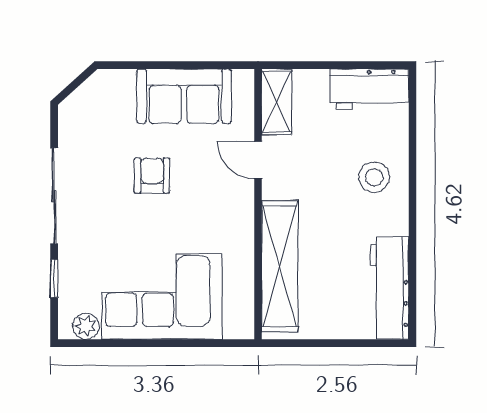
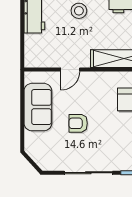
shelving: (277, 102) -> (41, 60), removed

